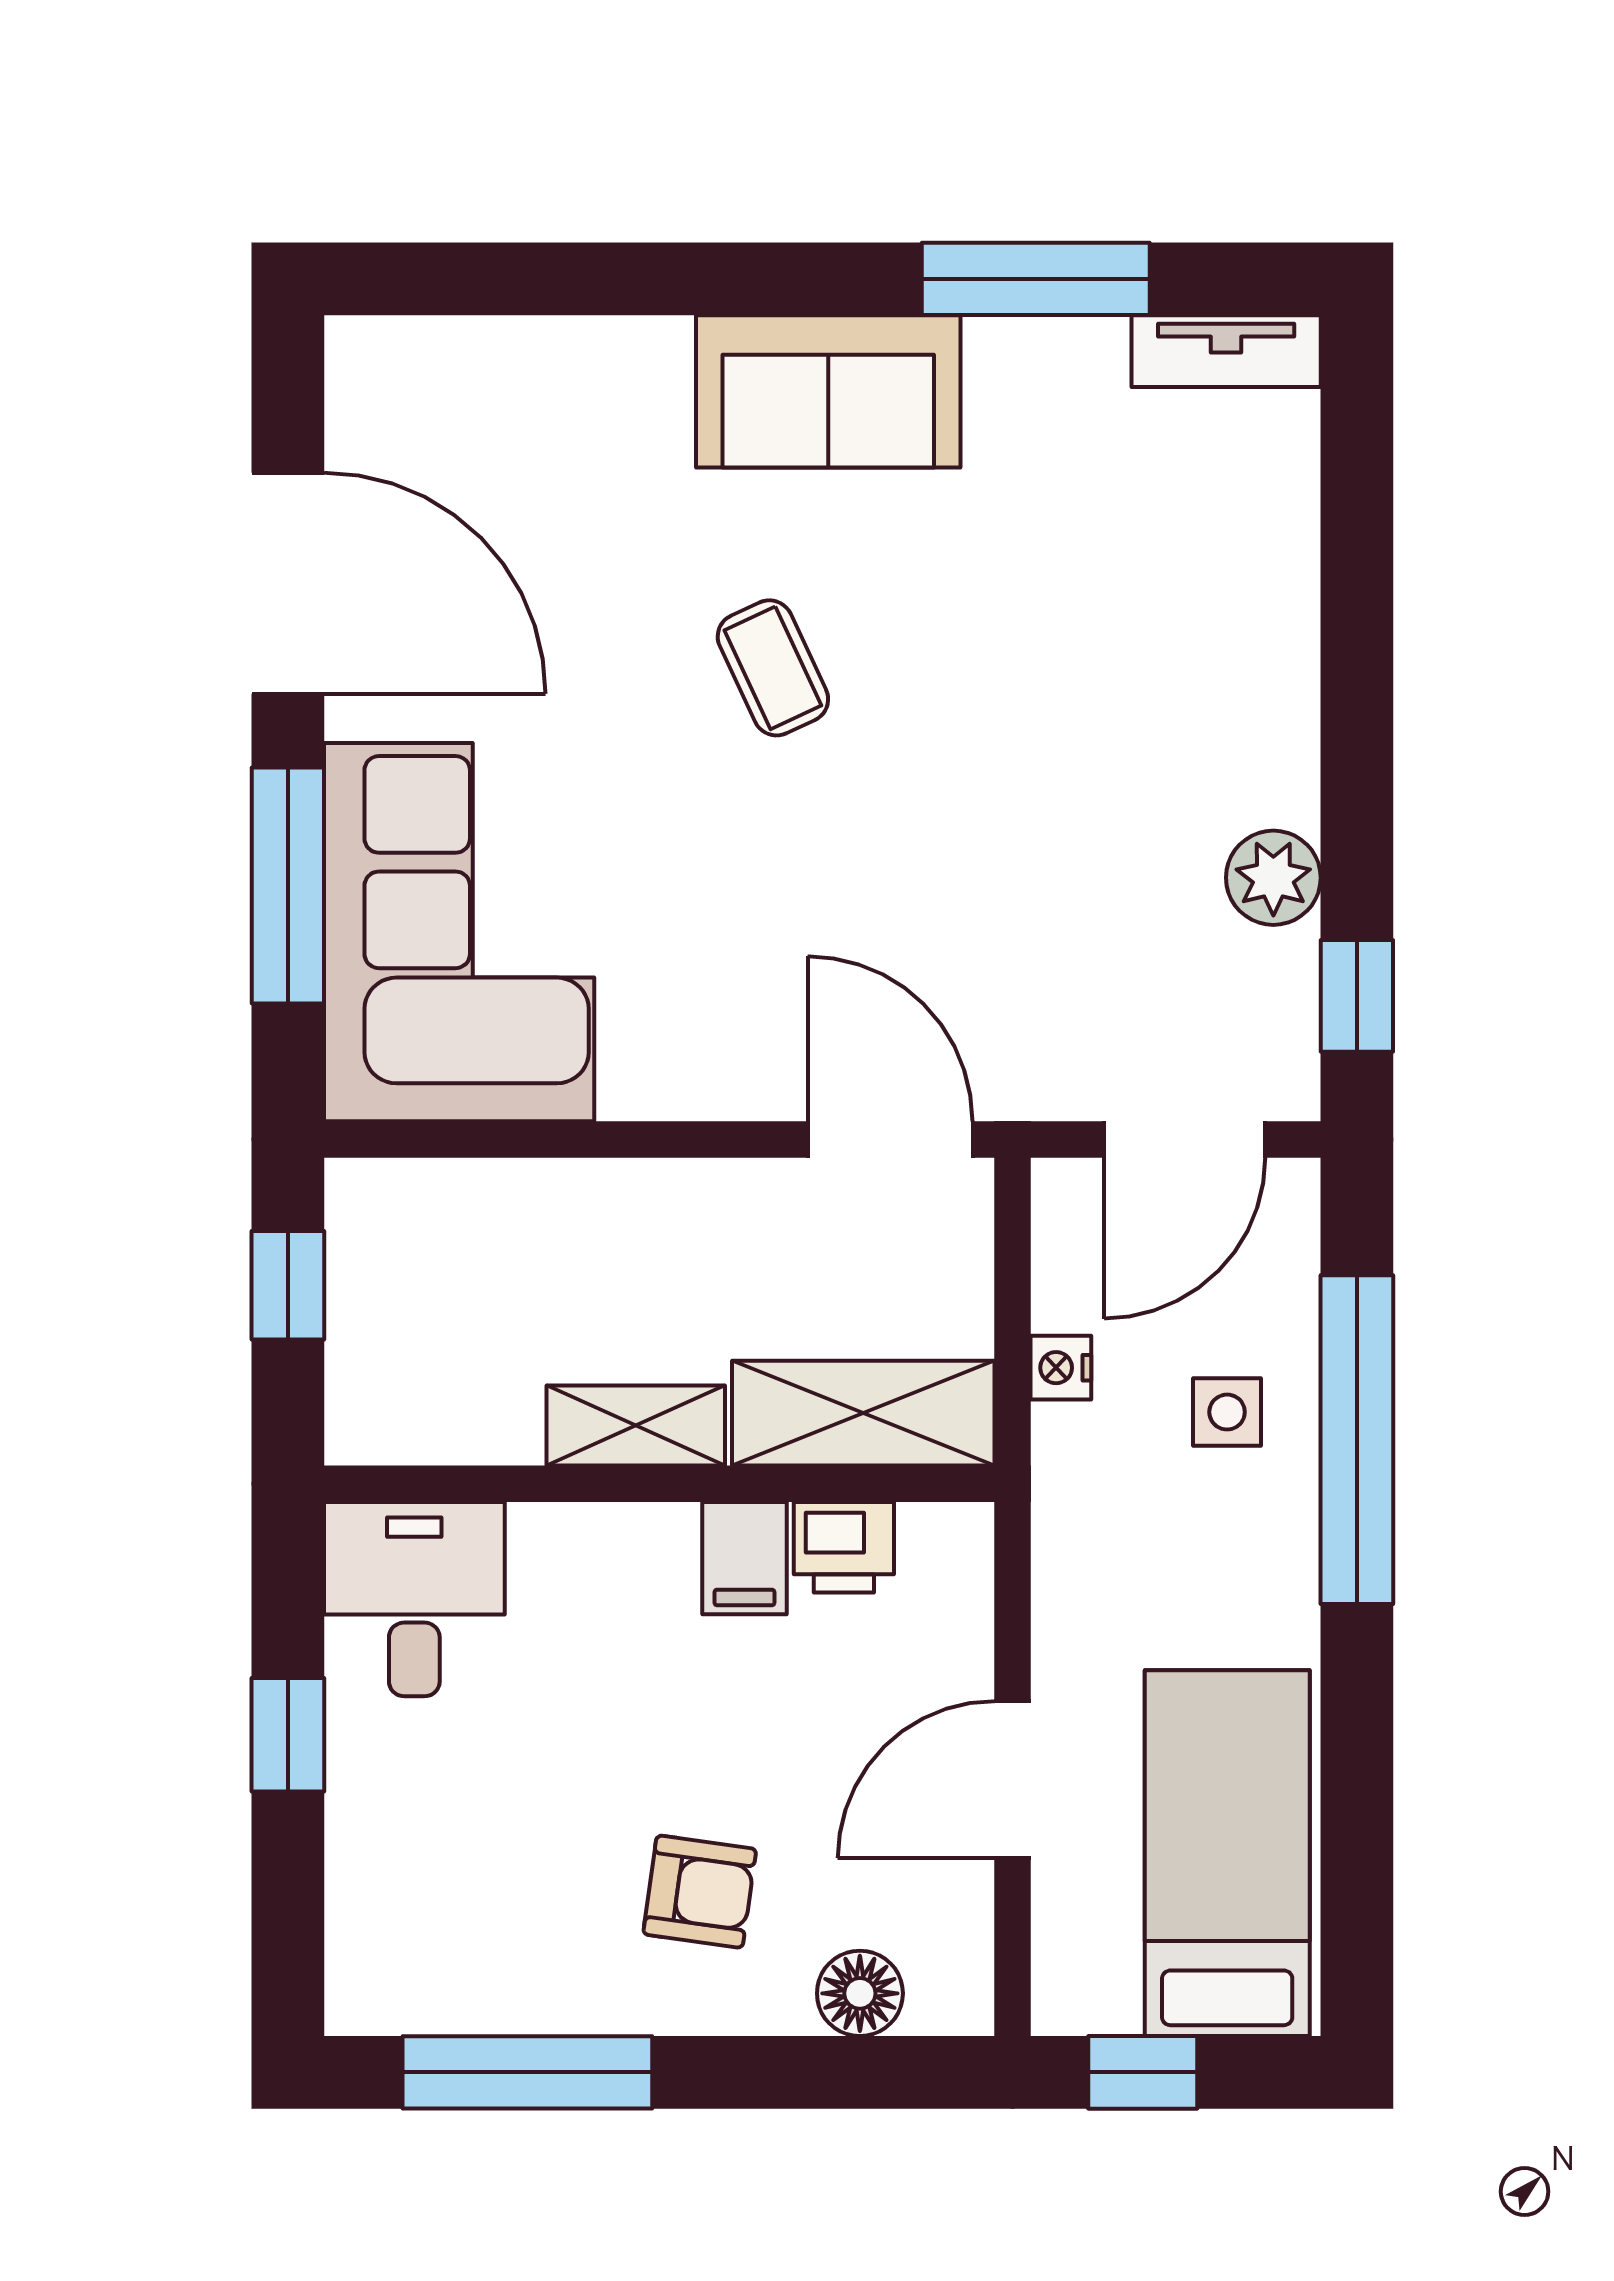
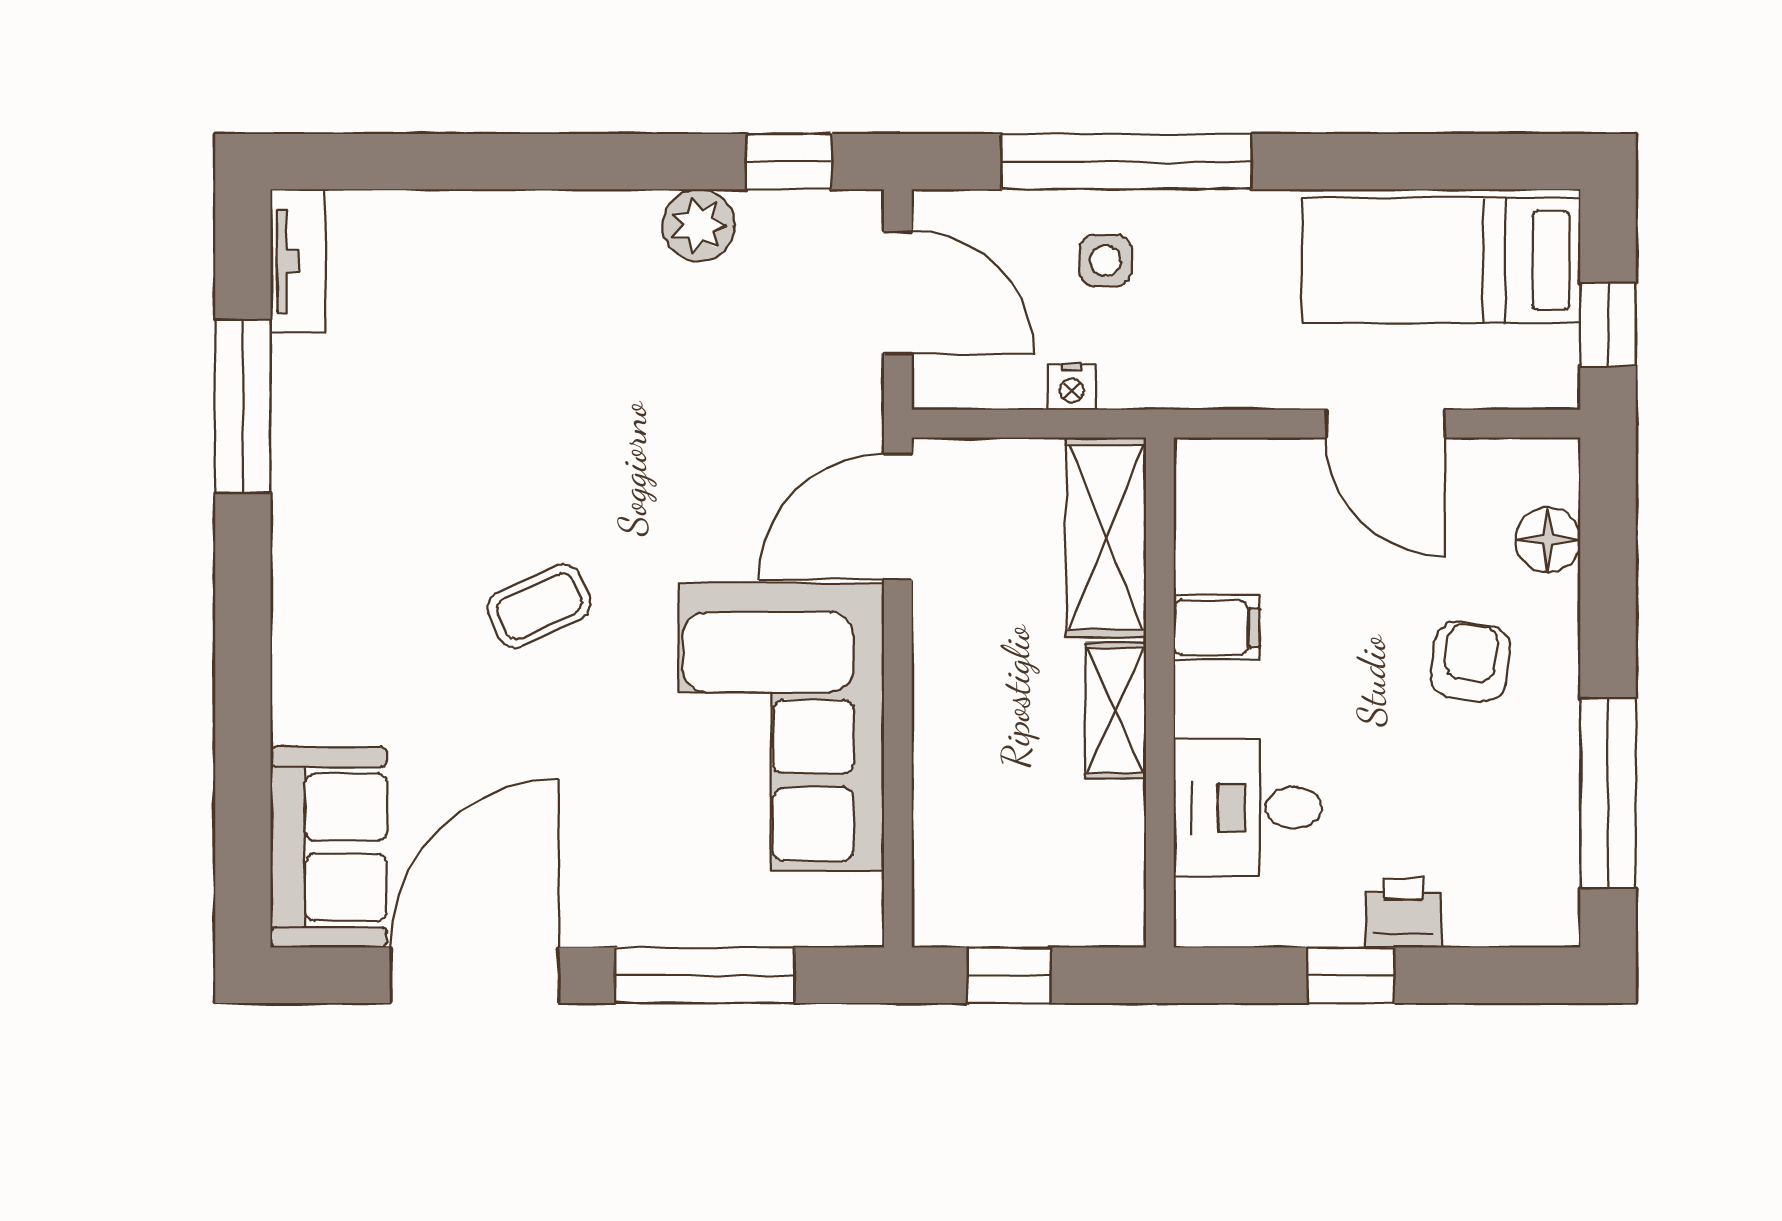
sofa: (828, 391) -> (329, 847), moved
corner sofa: (459, 932) -> (781, 727), moved, turned -90
printer: (844, 1547) -> (1403, 913), moved, turned -90
desk: (414, 1599) -> (1248, 808), moved

